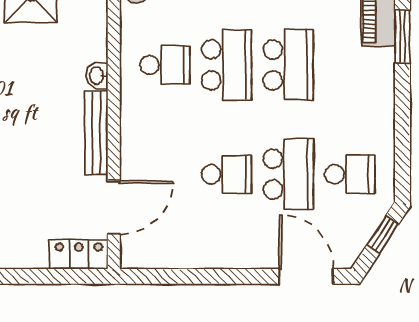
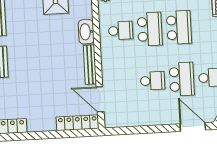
washbasin: (97, 76) -> (86, 32), width x1.91, depth x1.45
door: (114, 207) -> (100, 99), swing flipped
locker: (79, 254) -> (77, 123), width x1.53

